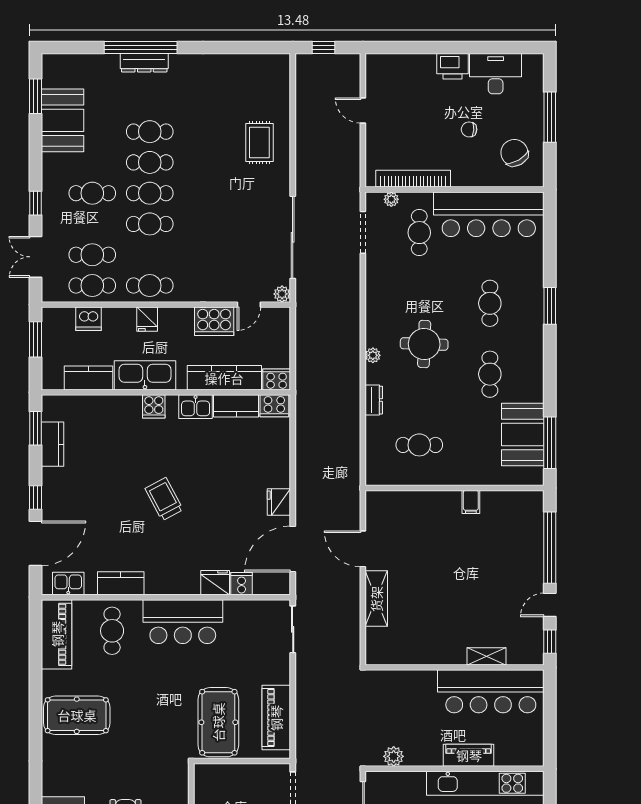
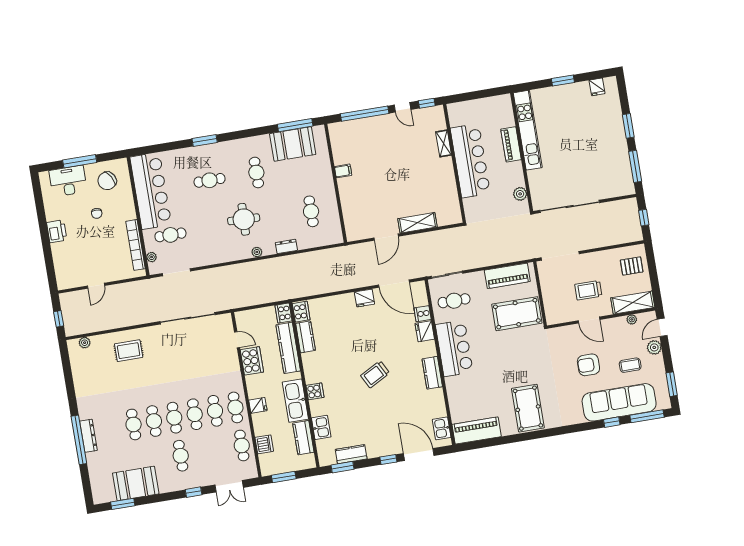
desk: (496, 74) -> (68, 181), moved, turned 90
cafe table: (92, 255) -> (215, 411), moved
plant: (282, 294) -> (85, 343), moved
cafe table: (490, 374) -> (256, 172), turned 90
kitchen sink: (196, 407) -> (321, 427), moved
kitchen counter: (121, 583) -> (432, 373), moved
cafe table: (112, 631) -> (454, 301), moved
bar counter: (491, 691) -> (470, 161), moved

